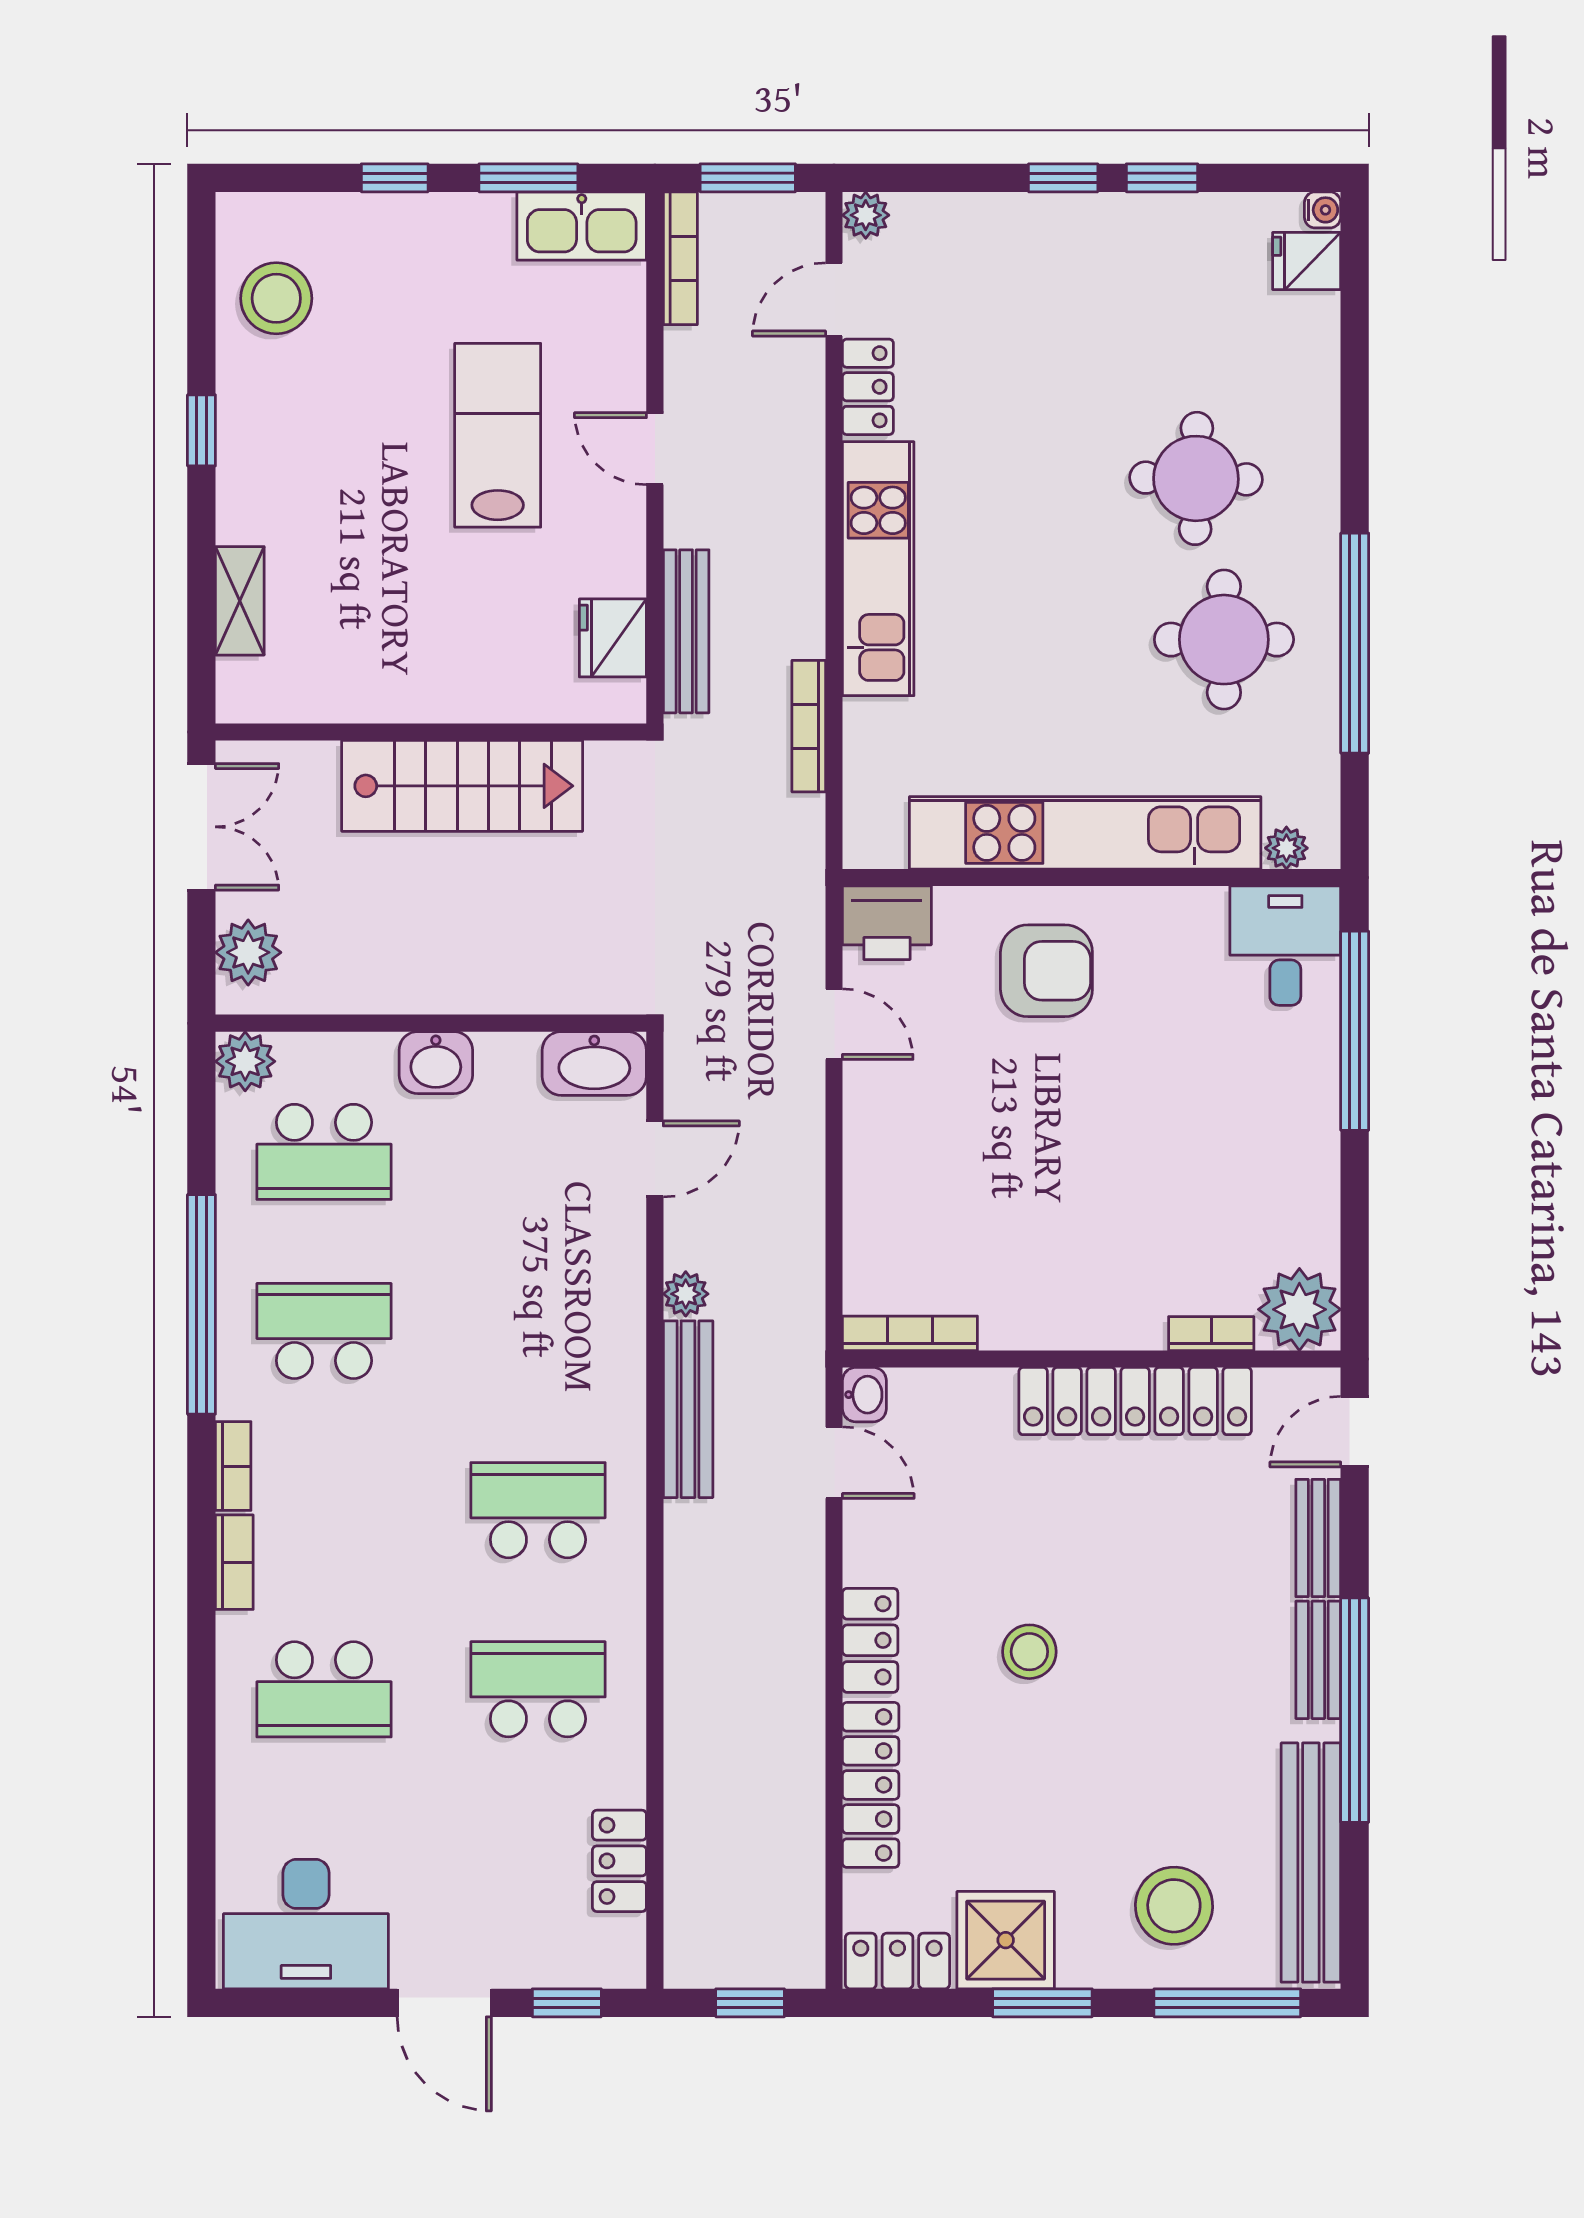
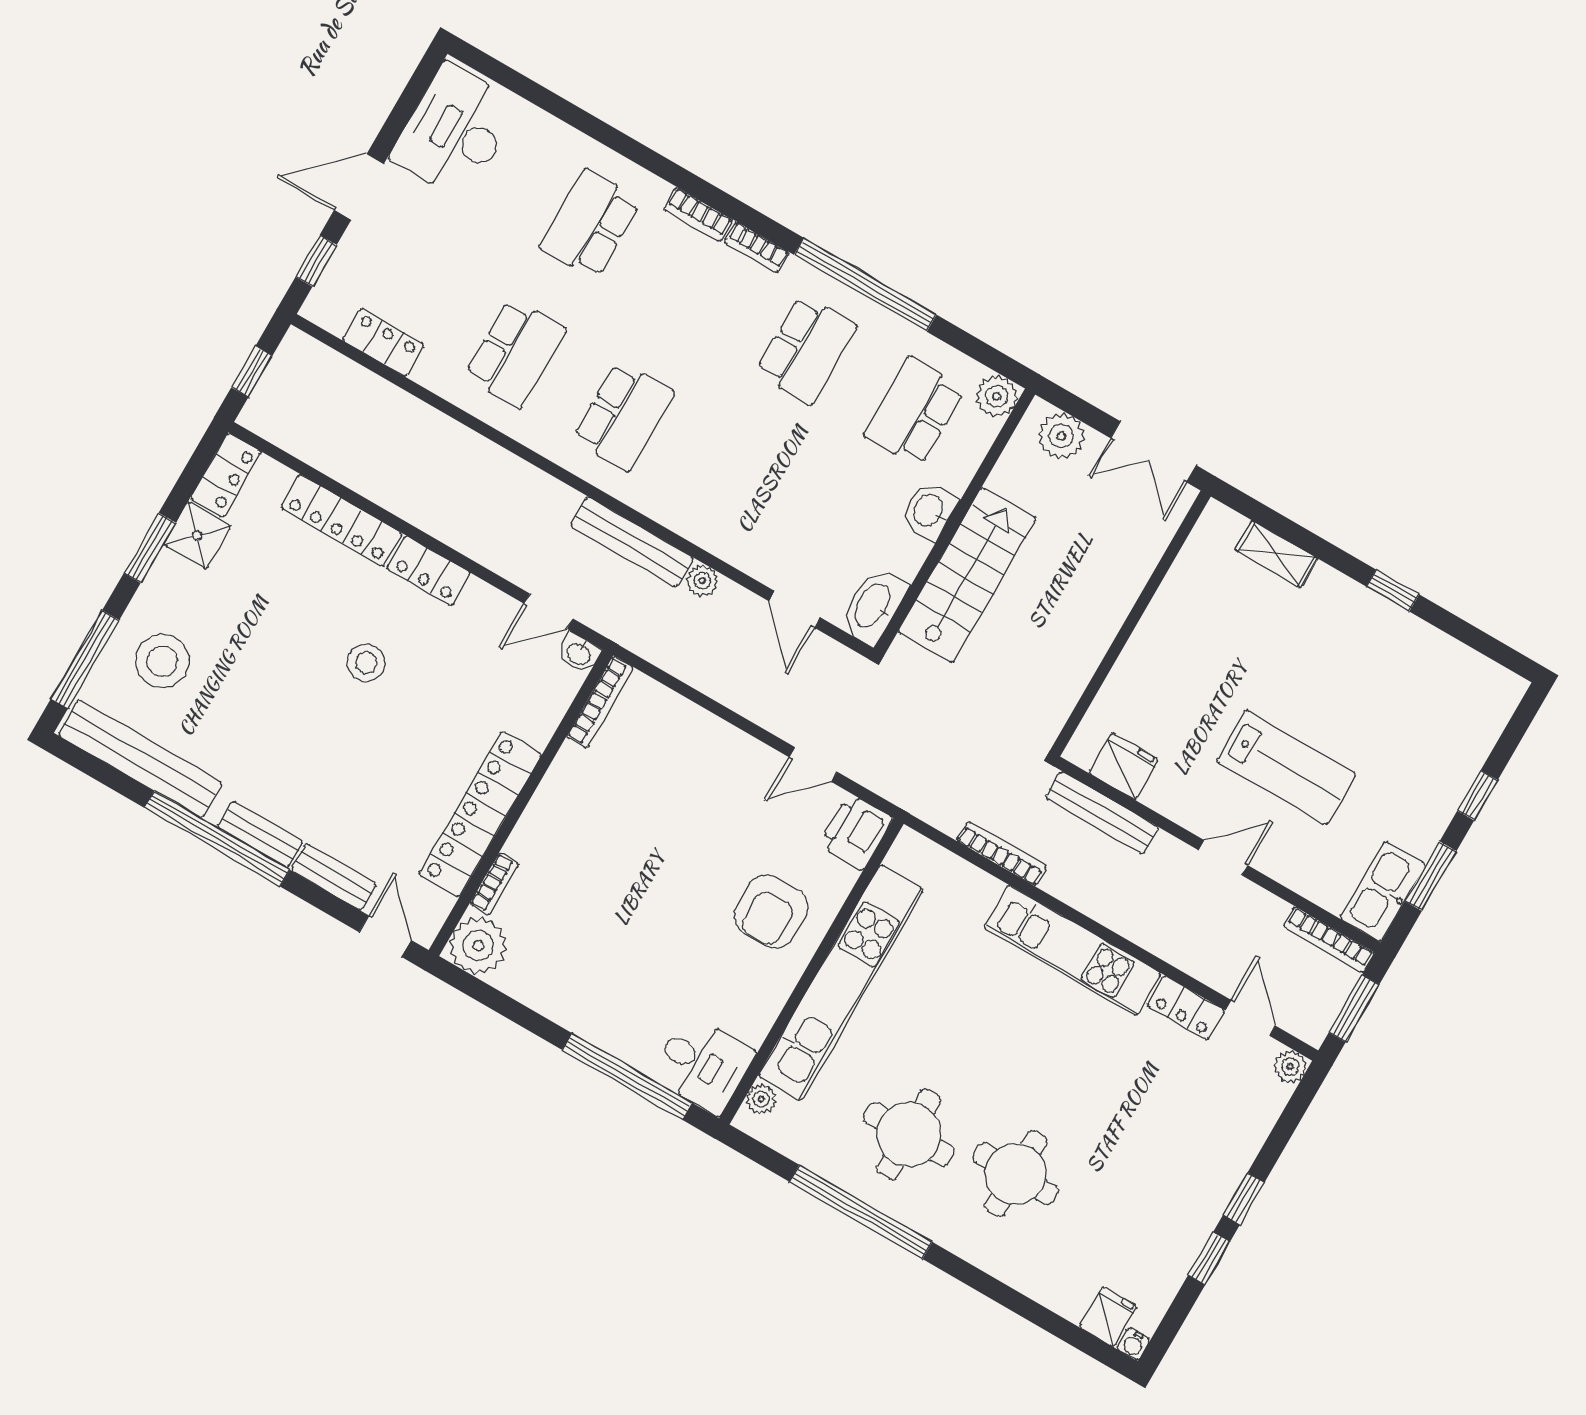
stool: (276, 298) -> (1446, 682), removed
stairs: (462, 786) -> (967, 575), moved, turned 180
shower: (1006, 1940) -> (197, 535), width x0.73, depth x0.73

